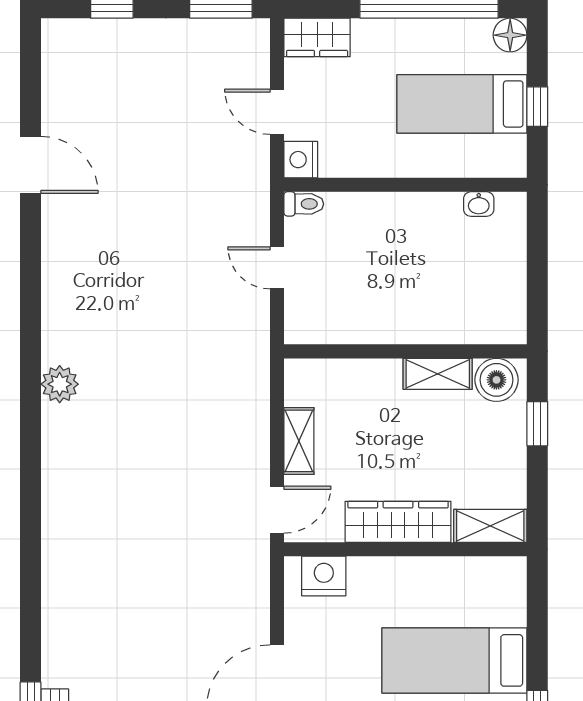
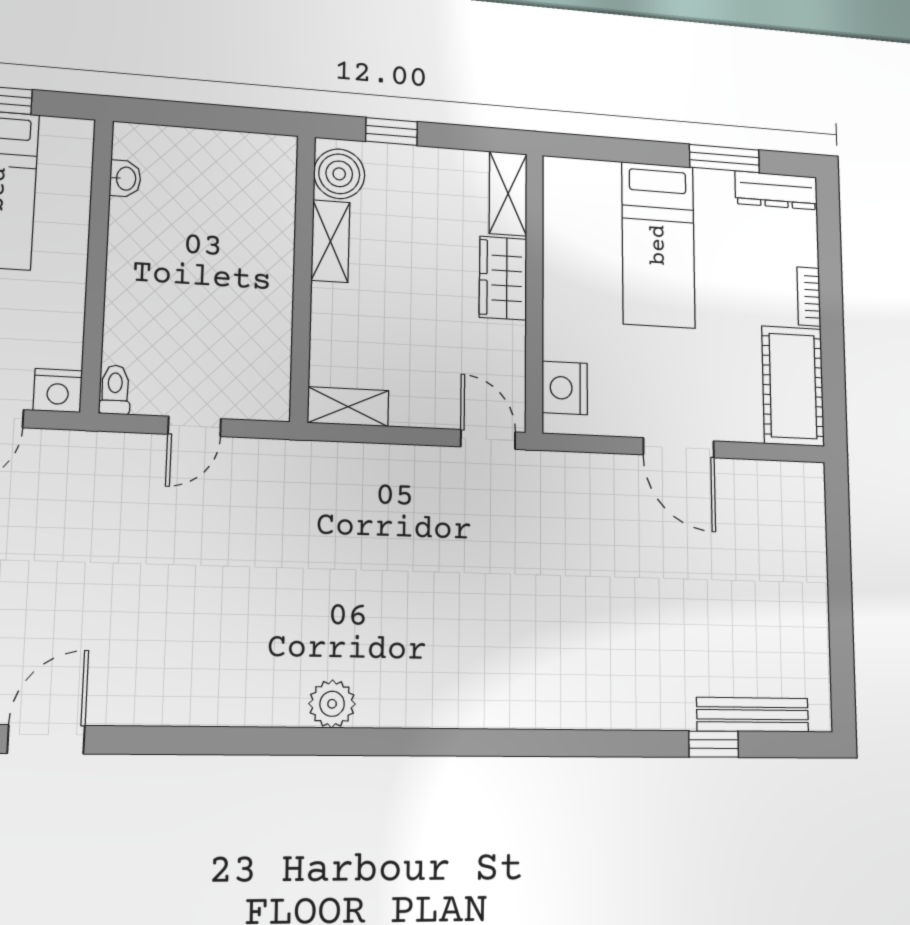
shelving: (299, 441) -> (348, 407), moved
wardrobe: (398, 522) -> (503, 278), width x0.67

